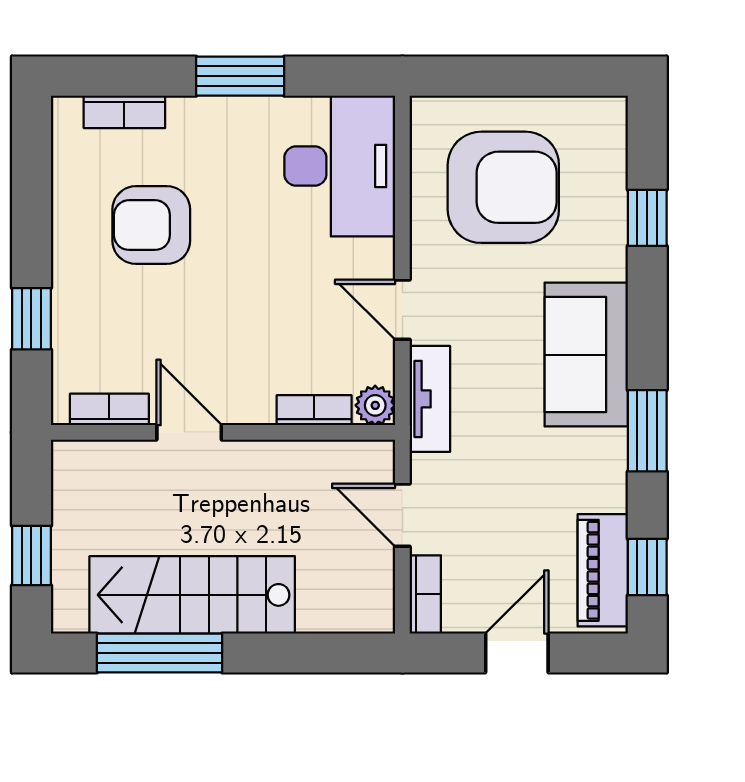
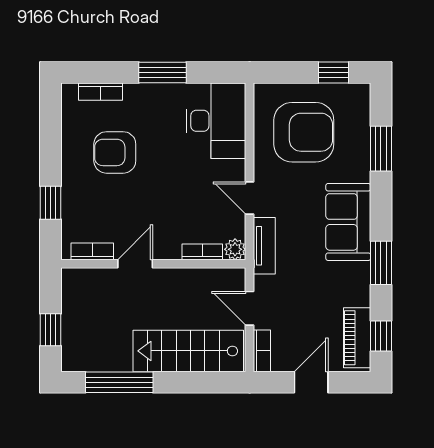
window: (559, 76) -> (334, 73), added
window: (647, 218) -> (381, 149), width x1.50
door: (189, 432) -> (135, 264), hinge flipped
stairs: (192, 595) -> (188, 351), moved

